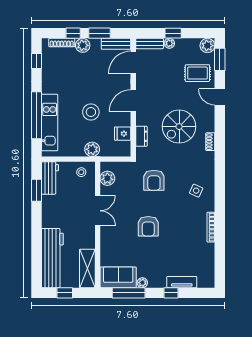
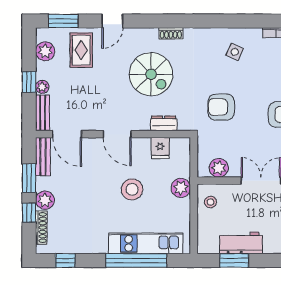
plant: (207, 46) -> (45, 51), moved
workbench: (50, 178) -> (241, 243), moved
armchair: (154, 180) -> (221, 107), turned 180

